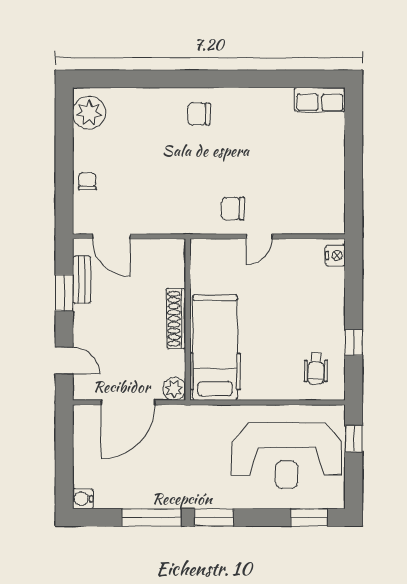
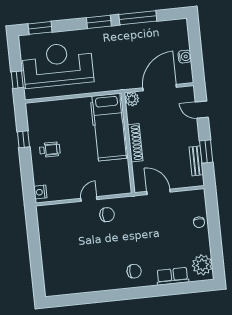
row of seats: (320, 100) -> (173, 276), moved
door: (111, 236) -> (159, 192), moved
wheelchair: (316, 368) -> (50, 150), moved, turned 90
water cooler: (83, 499) -> (185, 57), moved

